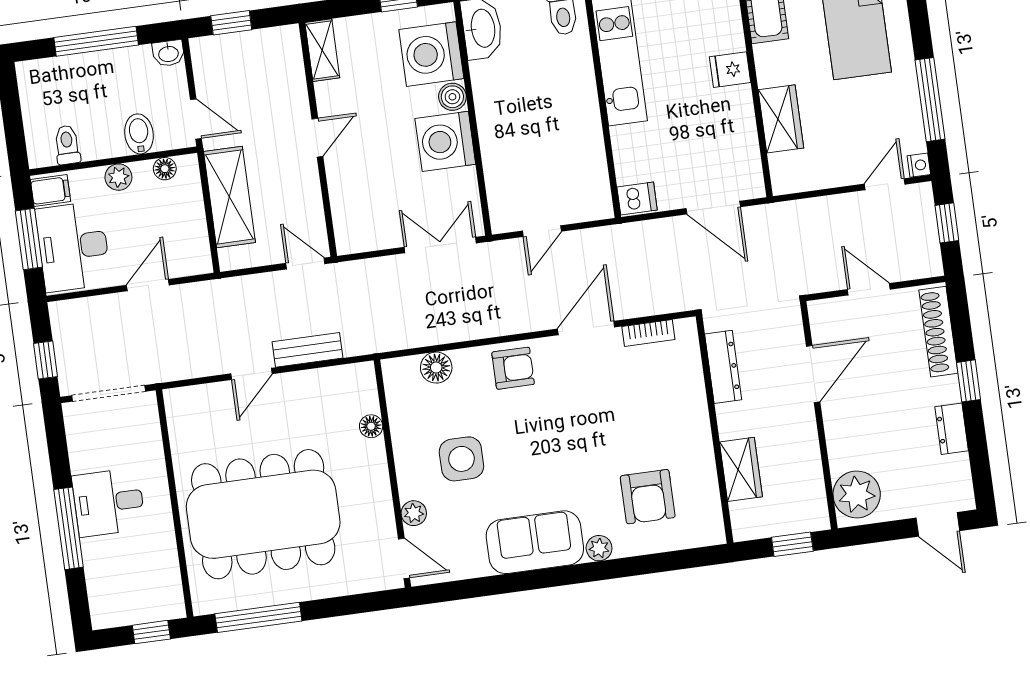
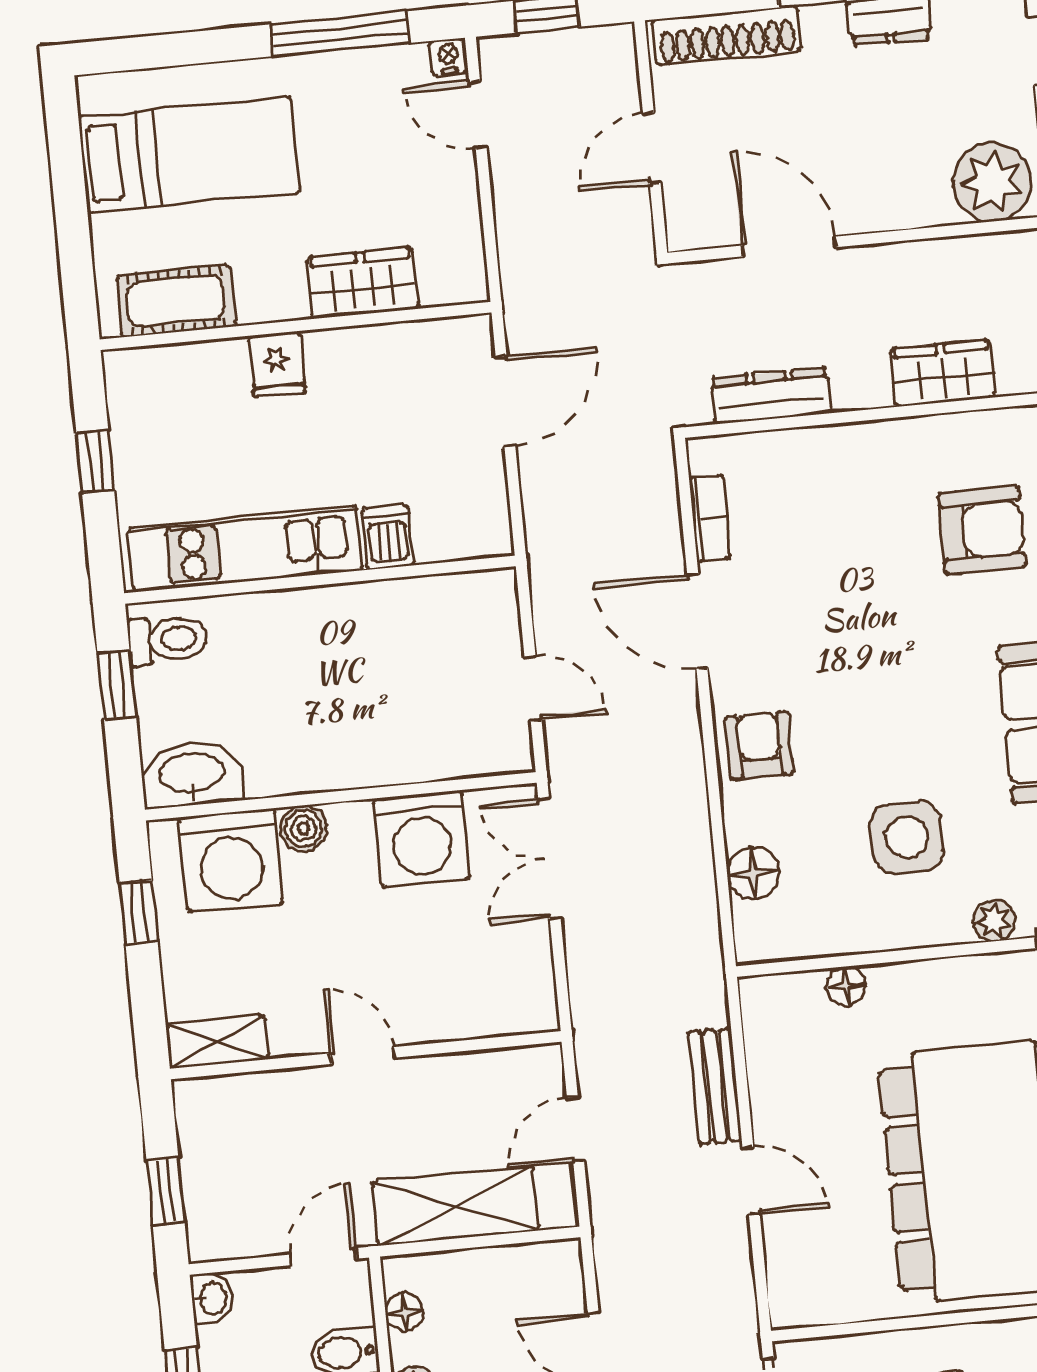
washing machine: (445, 141) -> (422, 839), moved
dishwasher: (637, 198) -> (388, 537), moved
door: (305, 264) -> (576, 1129), moved

